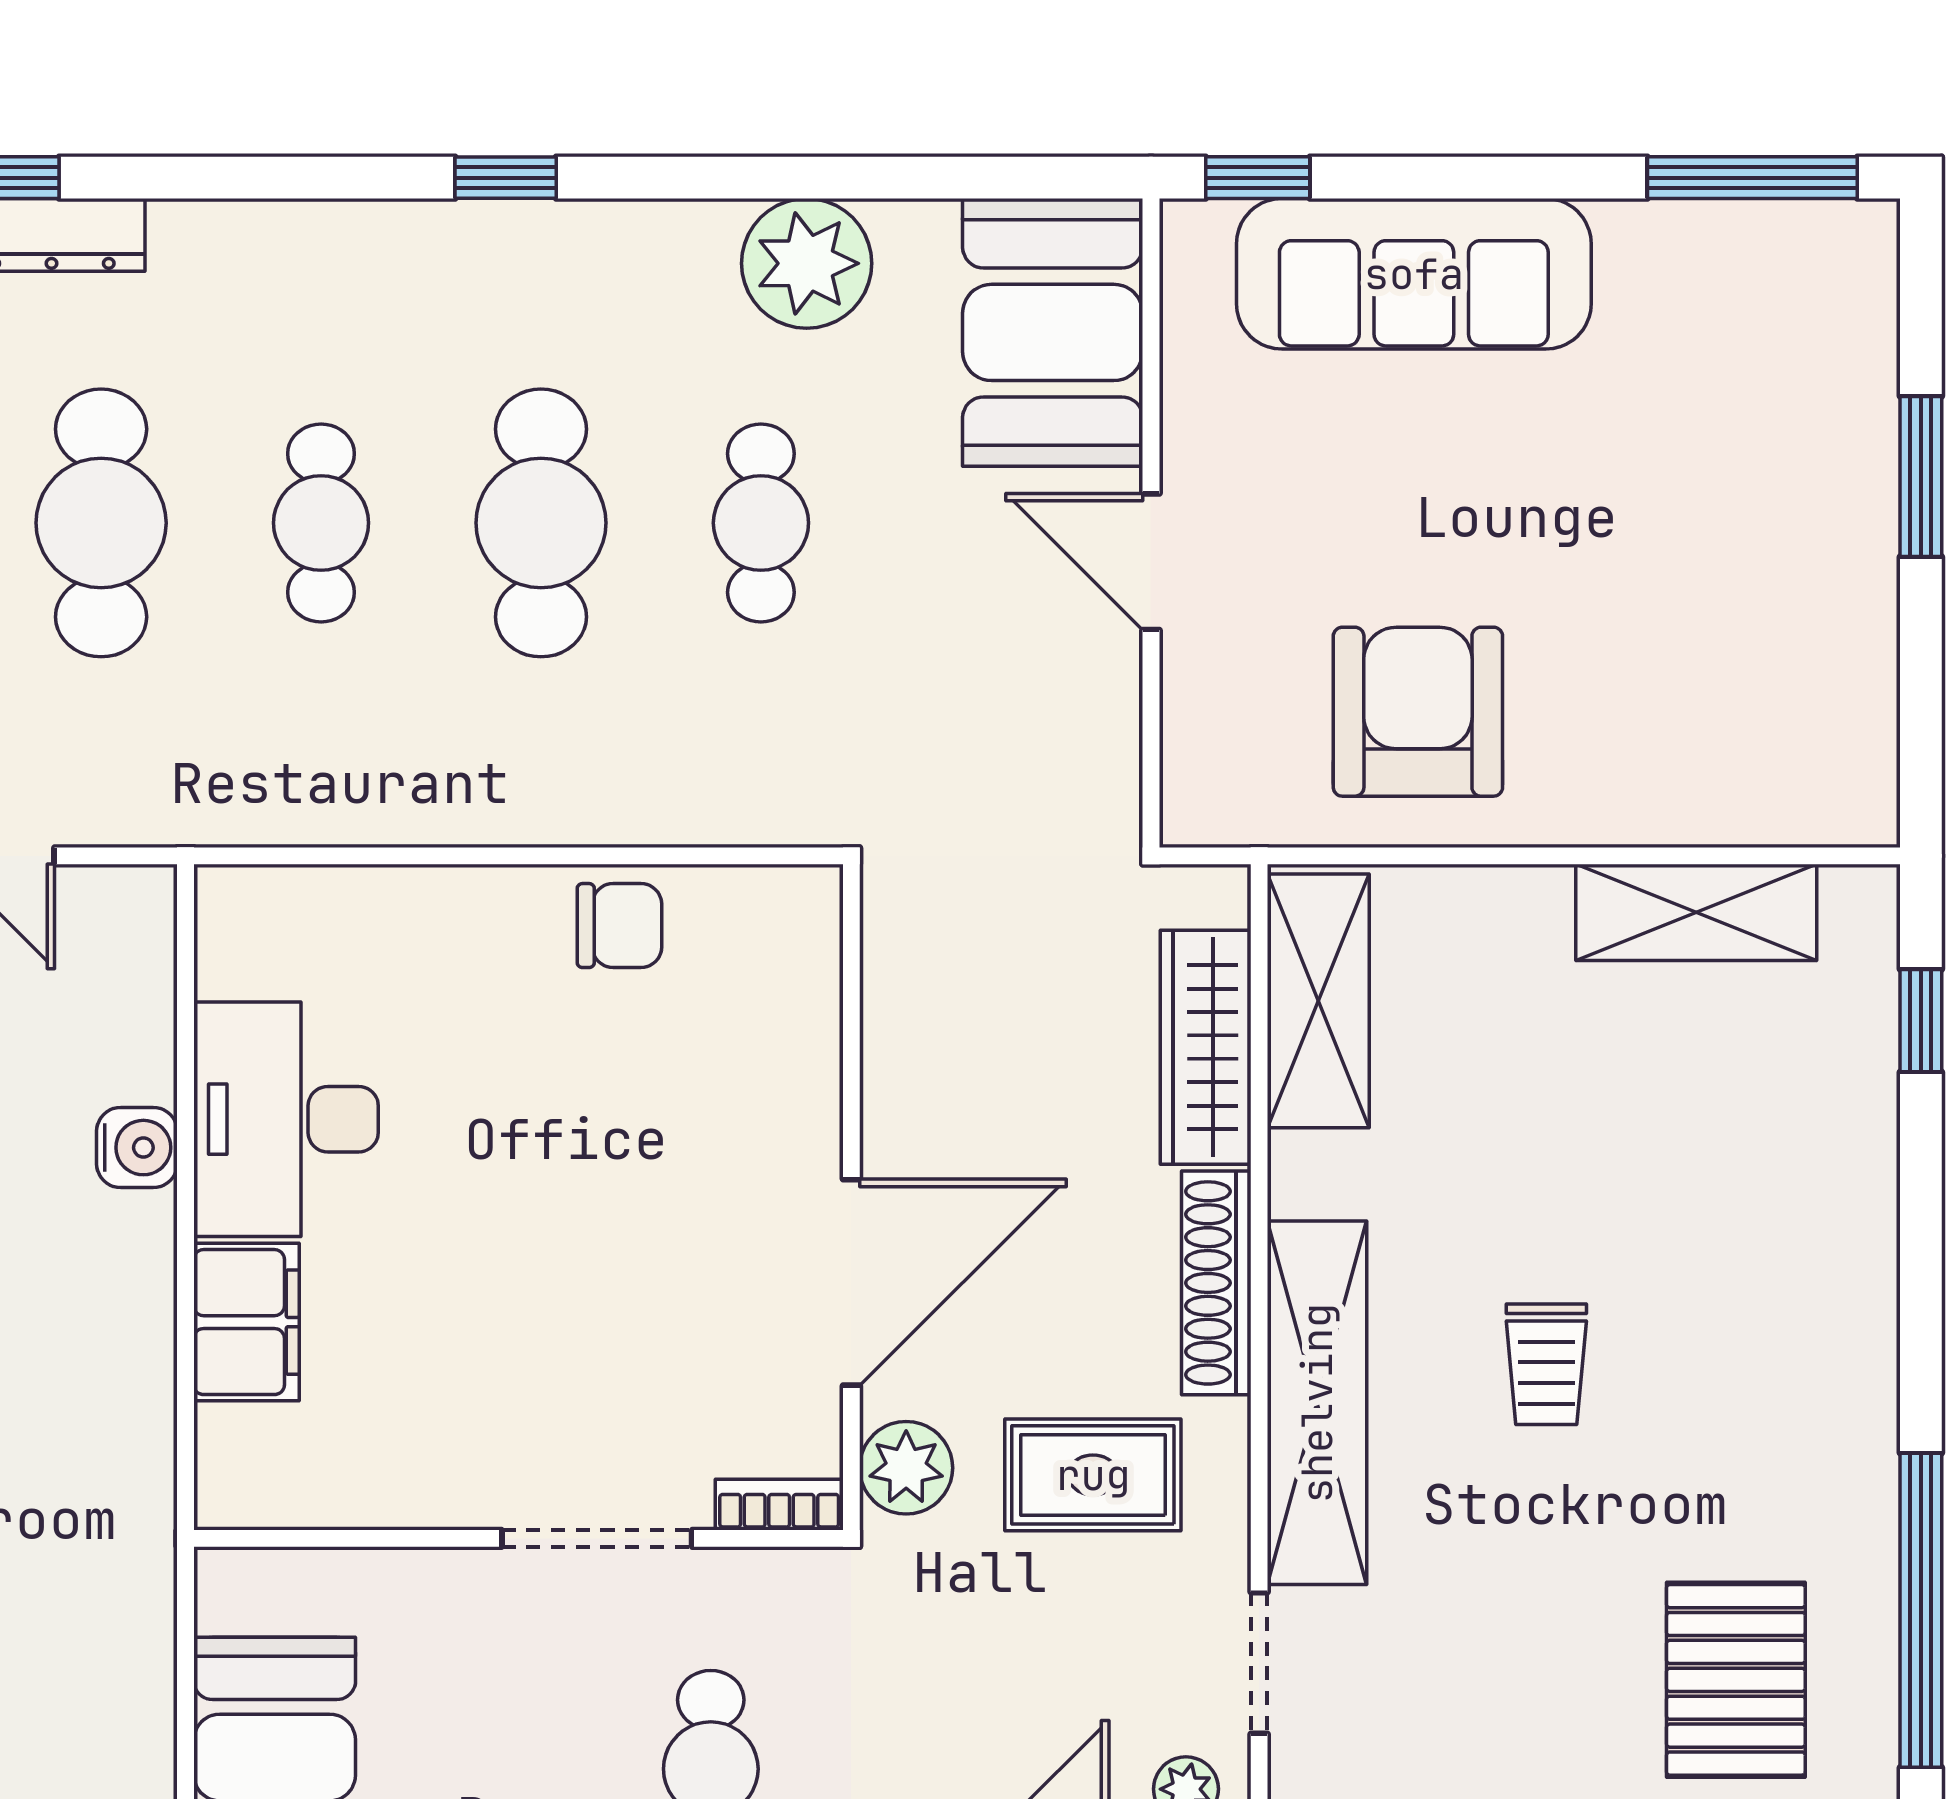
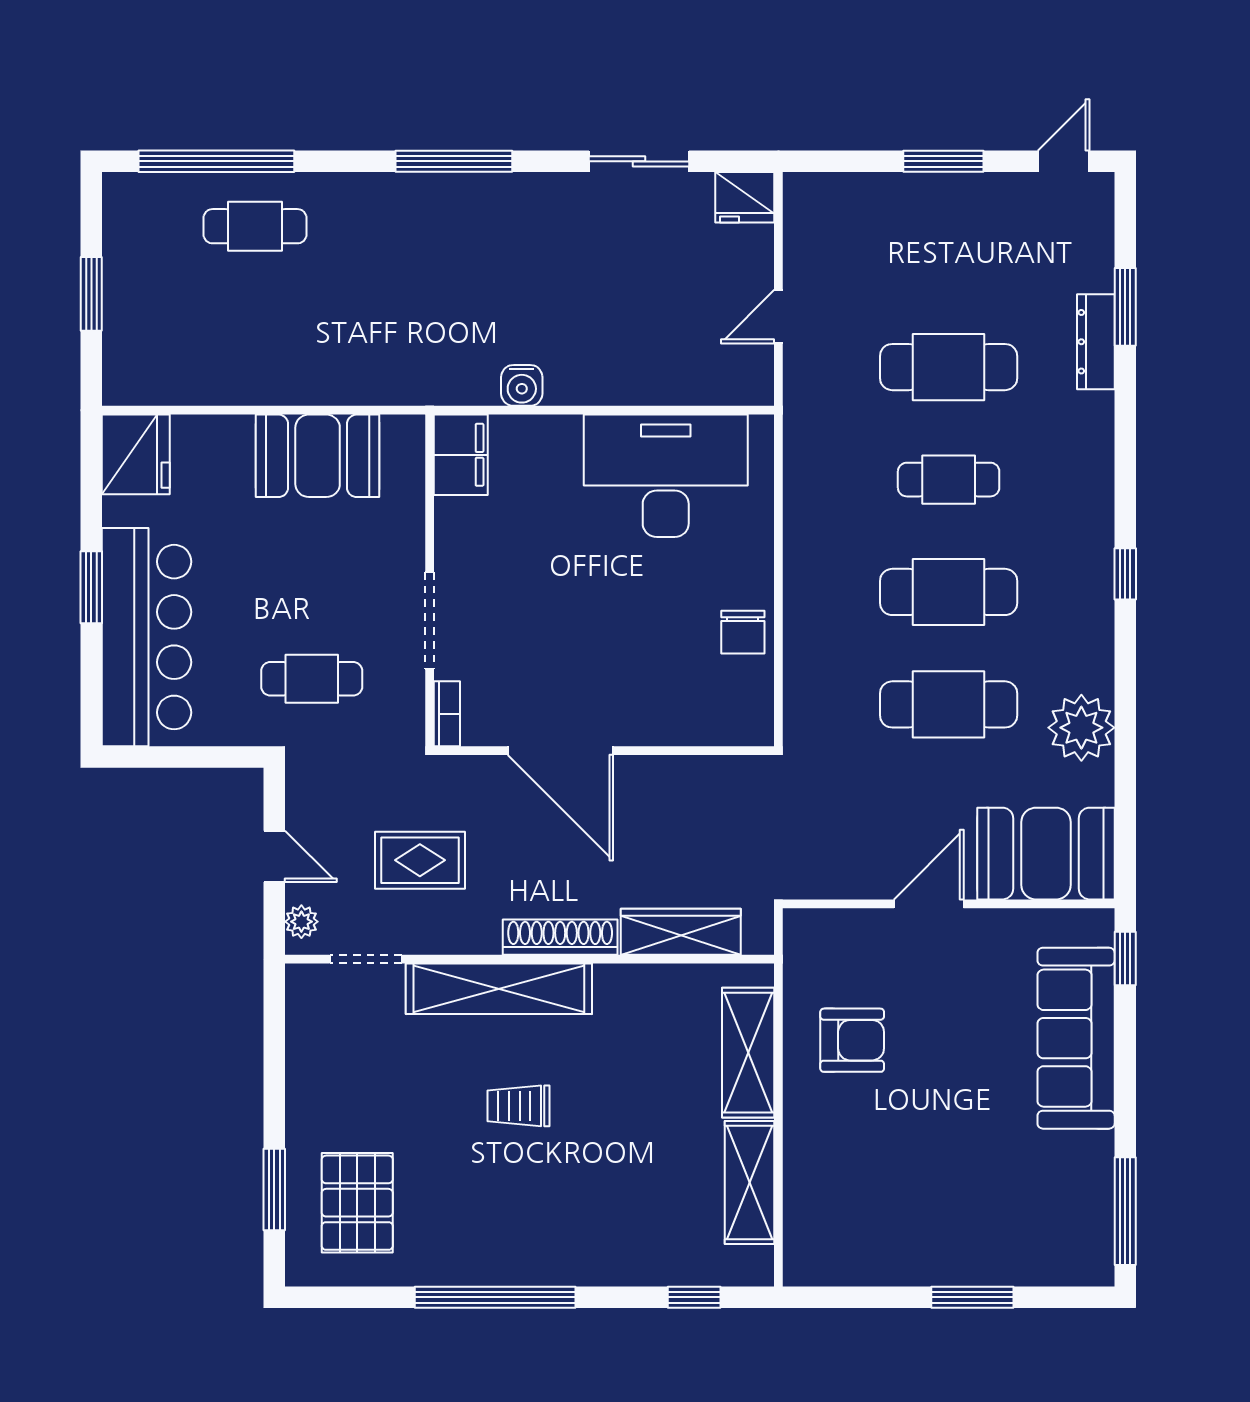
cafe table: (761, 523) -> (949, 704), width x1.37, depth x1.35
armchair: (1418, 712) -> (852, 1040), width x0.73, depth x0.73
shelving: (1318, 1001) -> (748, 1053), moved, turned 90
desk: (286, 1119) -> (666, 476), width x1.36, depth x1.30
water cooler: (137, 1148) -> (522, 385), moved
filing cabinet: (246, 1322) -> (461, 455), moved, turned -90
plant: (906, 1468) -> (466, 779), removed
rug: (1093, 1475) -> (420, 860), moved, turned 90
window: (1921, 1610) -> (495, 1297), moved
pallet: (1736, 1680) -> (357, 1203), turned 90

